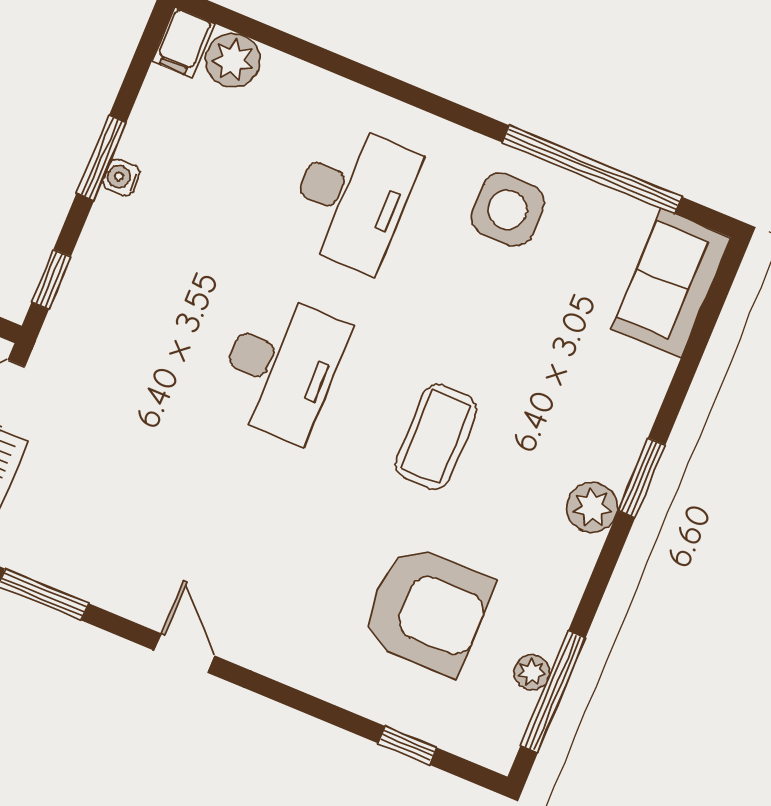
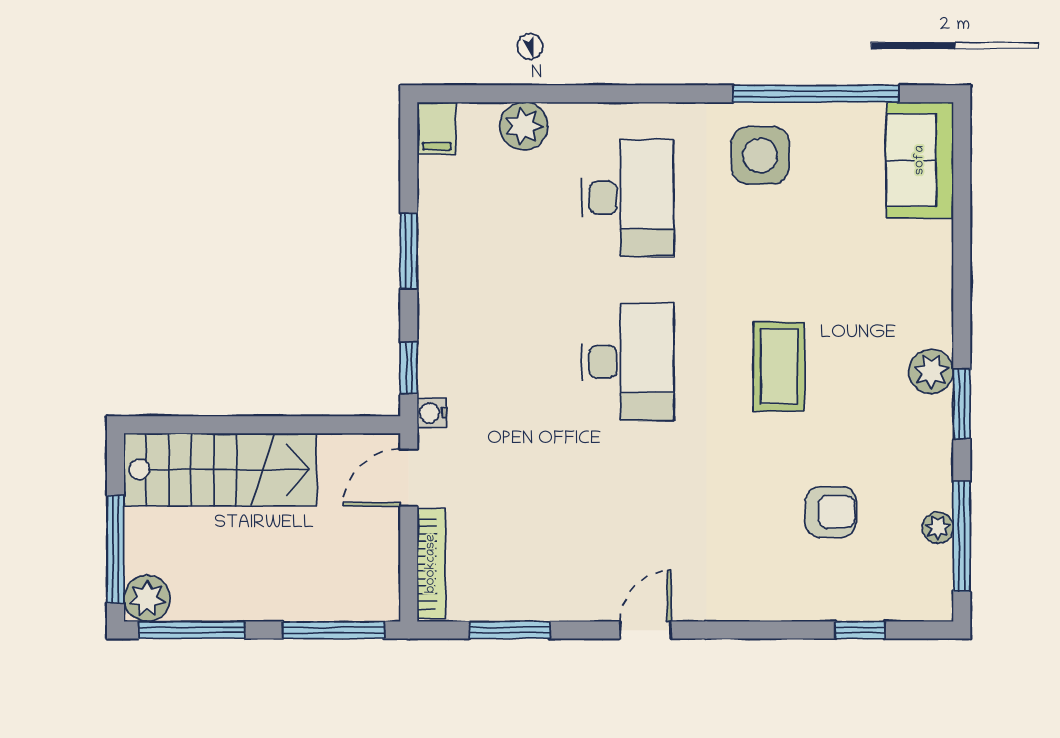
plant: (233, 60) -> (524, 126), moved
water cooler: (121, 177) -> (432, 413), moved
window: (642, 478) -> (962, 404), moved
armchair: (427, 610) -> (831, 512), width x0.53, depth x0.53
door: (184, 653) -> (646, 630), hinge flipped

